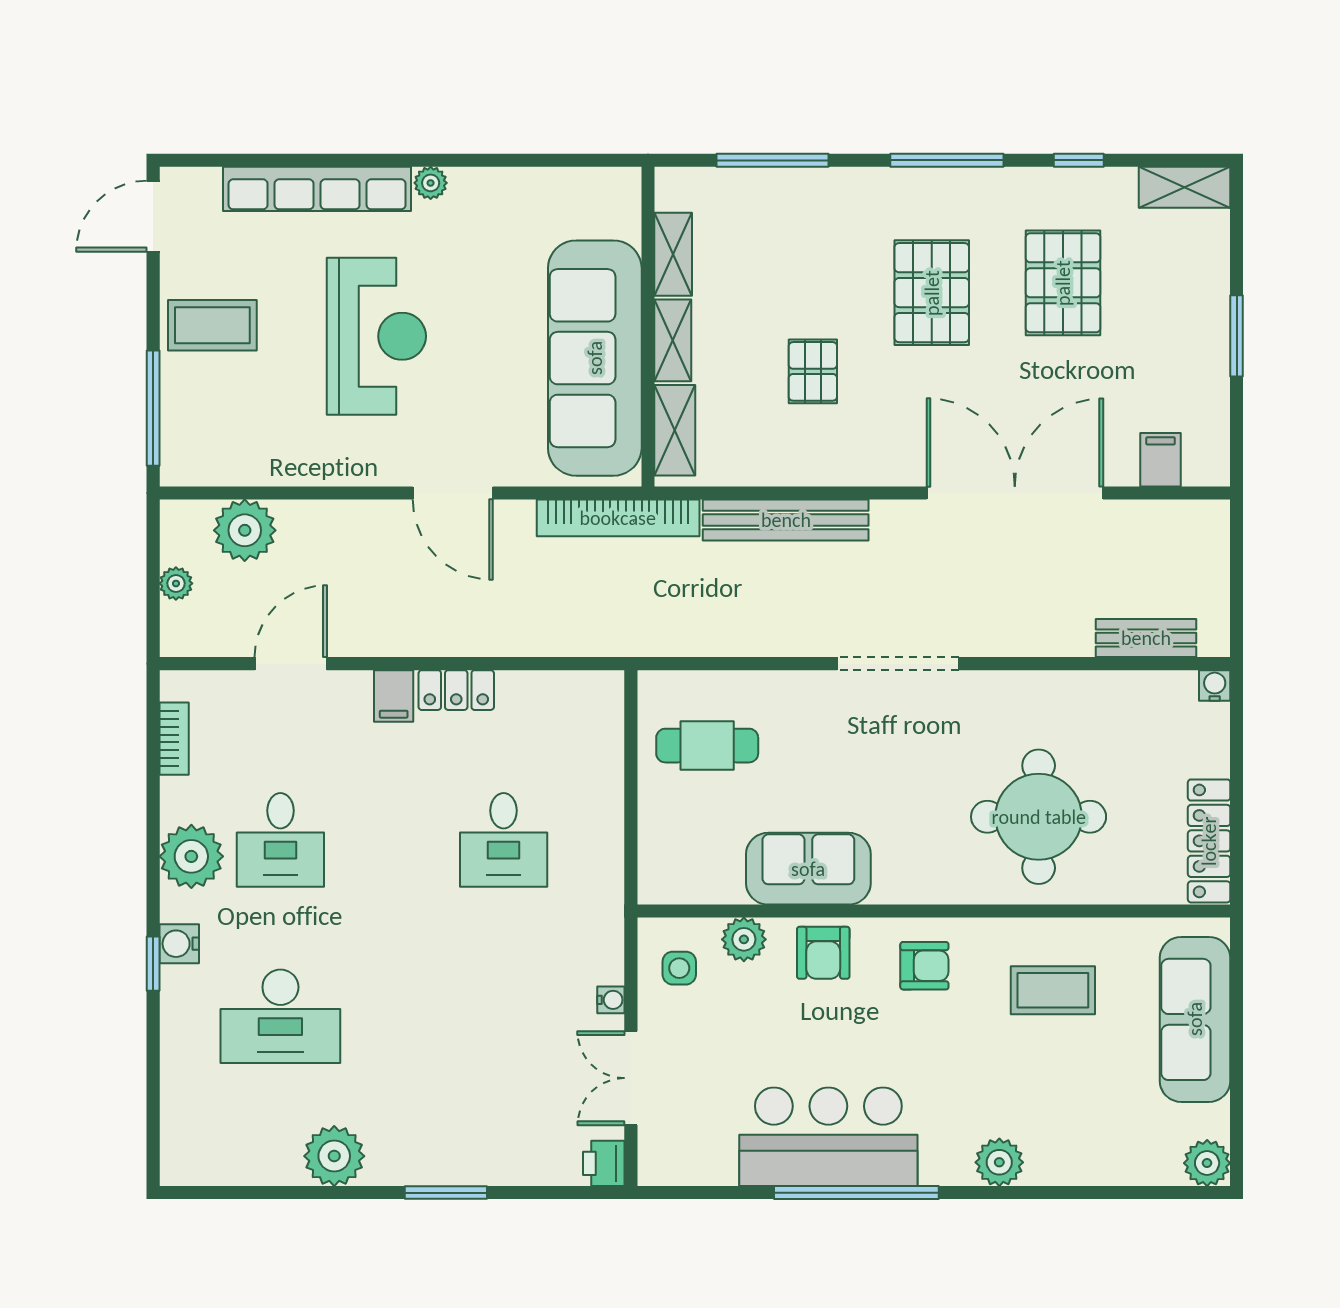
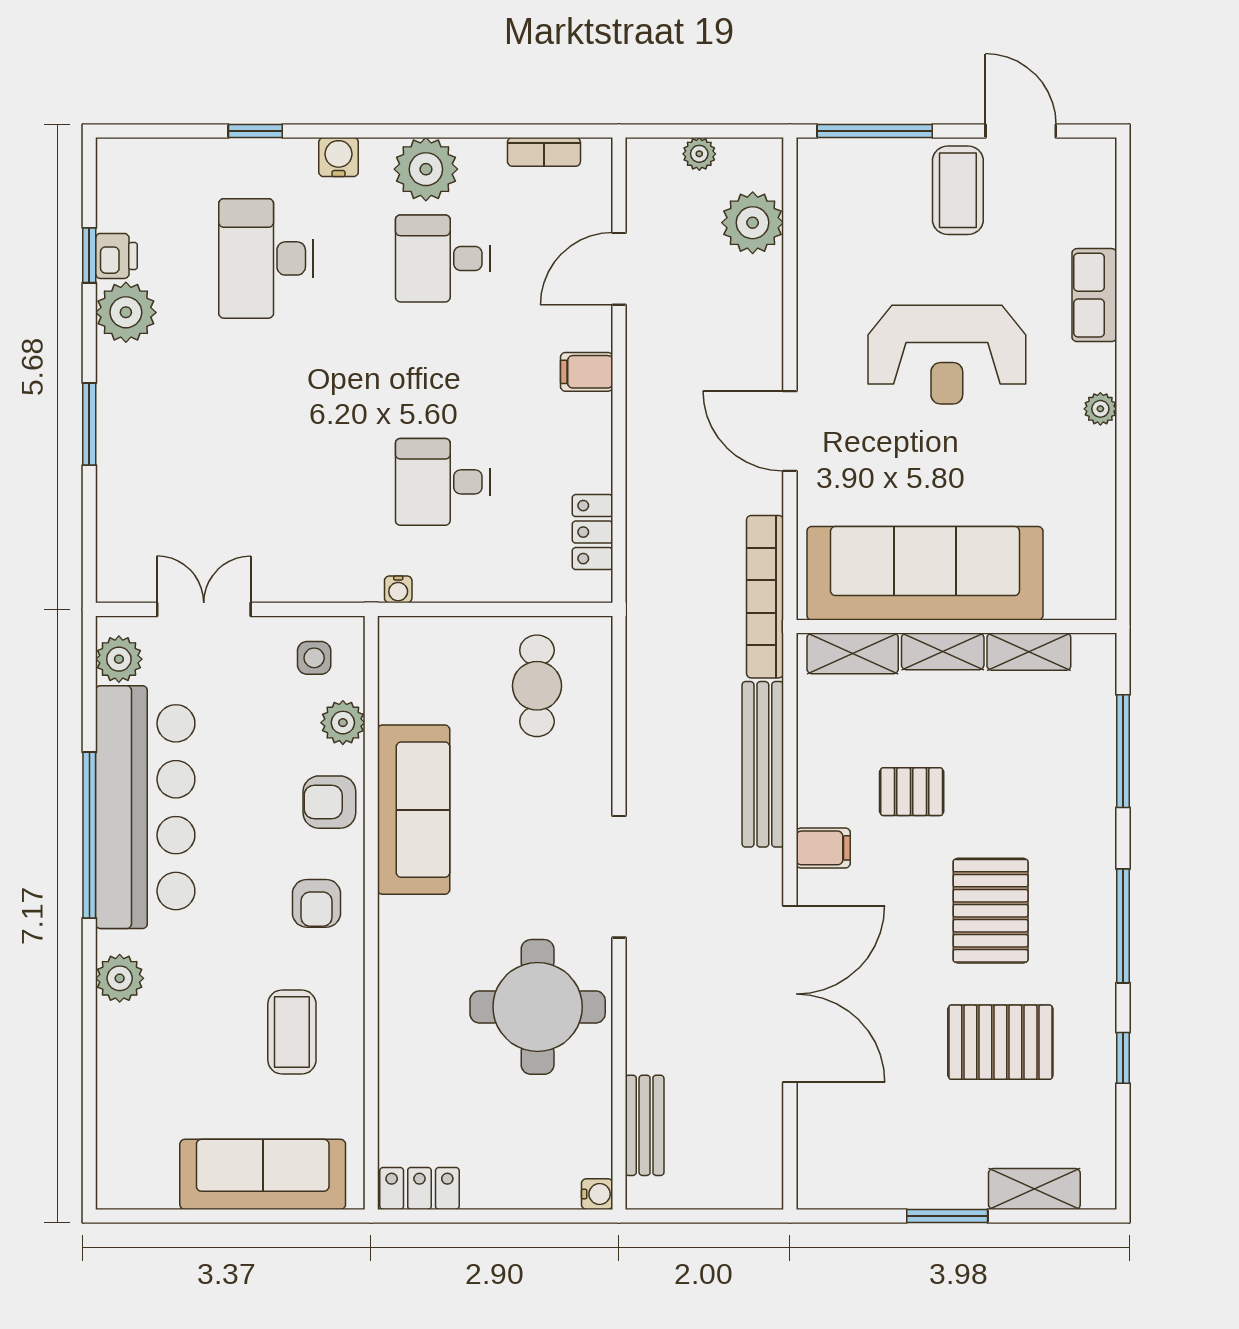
shelving: (1185, 187) -> (1034, 1189), moved, turned 90
row of seats: (317, 189) -> (1094, 295), width x0.50
door: (153, 216) -> (1021, 131), moved
pallet: (932, 293) -> (991, 911), turned 90
filing cabinet: (1161, 460) -> (823, 848), moved
door: (453, 493) -> (790, 431), hinge flipped
door: (291, 664) -> (619, 269), swing flipped
locker: (456, 690) -> (593, 532), moved
round table: (1039, 817) -> (538, 1007), moved
locker: (1209, 841) -> (419, 1188), width x0.66
sofa: (808, 869) -> (414, 810), width x1.36
window: (153, 964) -> (255, 131), moved
water cooler: (611, 1000) -> (398, 589), moved
bar counter: (828, 1137) -> (145, 807), width x1.36
printer: (604, 1163) -> (116, 256), moved, turned 90
plant: (1207, 1163) -> (119, 659), moved
window: (277, 1193) -> (89, 255), added

